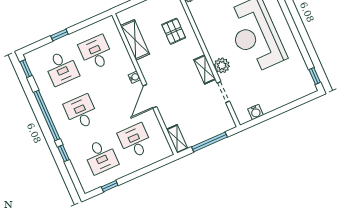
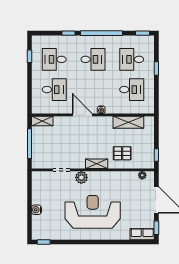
shelving: (205, 69) -> (97, 164), moved
water cooler: (256, 112) -> (36, 210), moved

